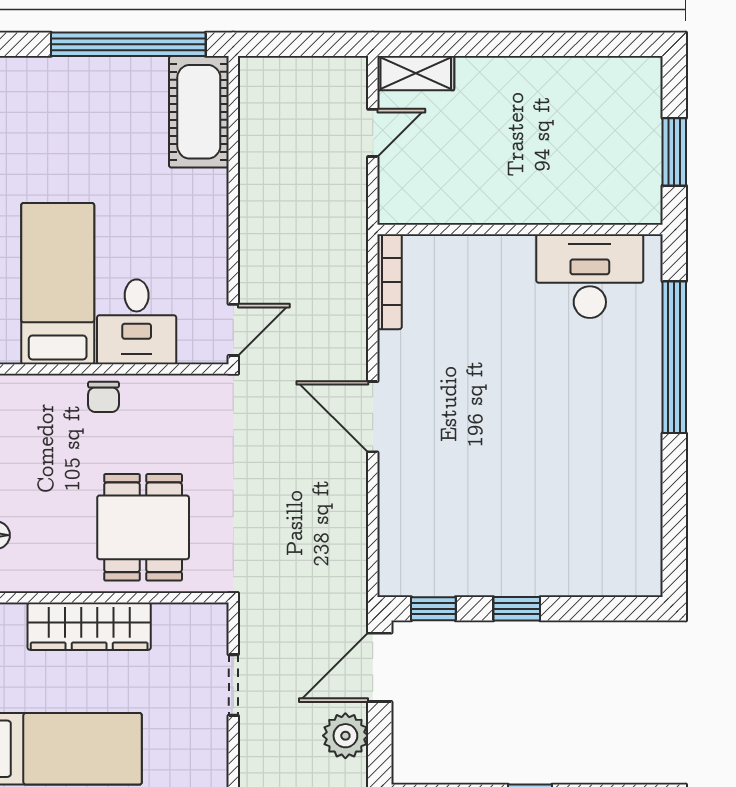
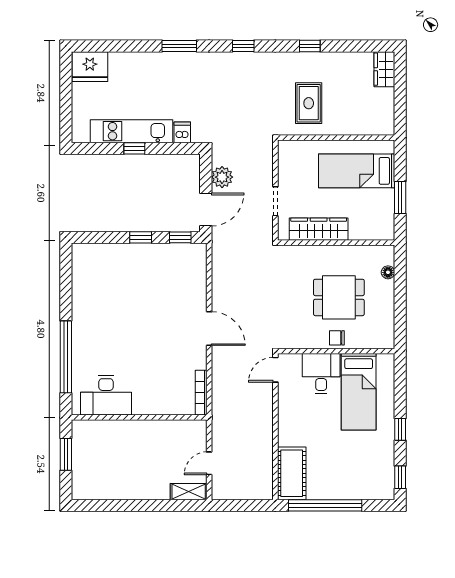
chair: (103, 397) -> (337, 338), turned -90
dining table: (143, 527) -> (339, 297), moved, turned 90
wardrobe: (89, 626) -> (319, 229), moved

